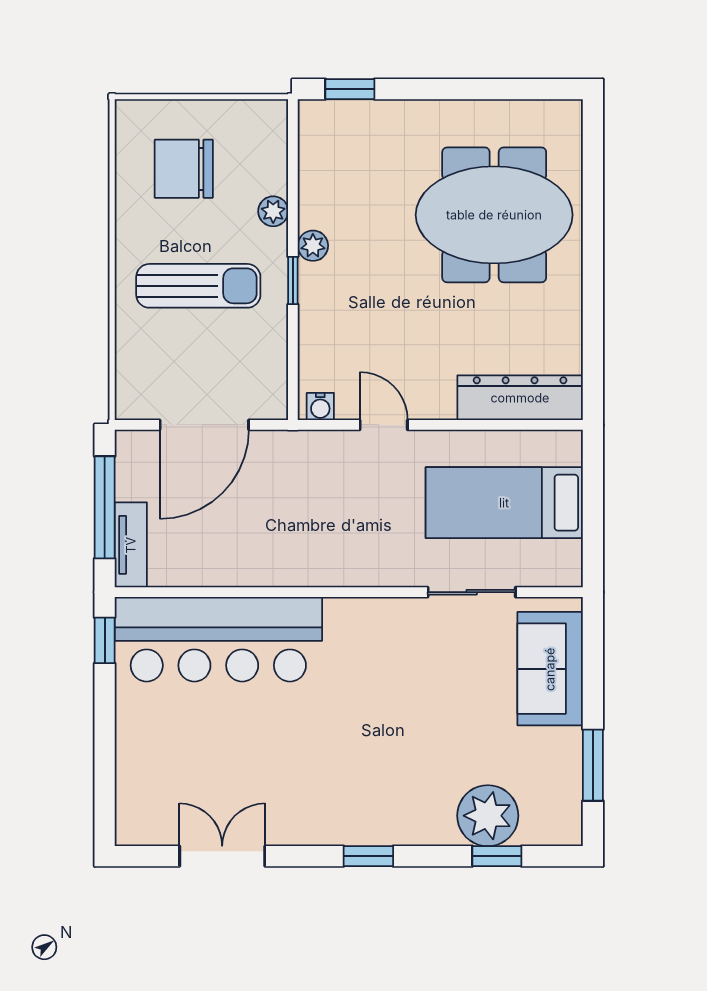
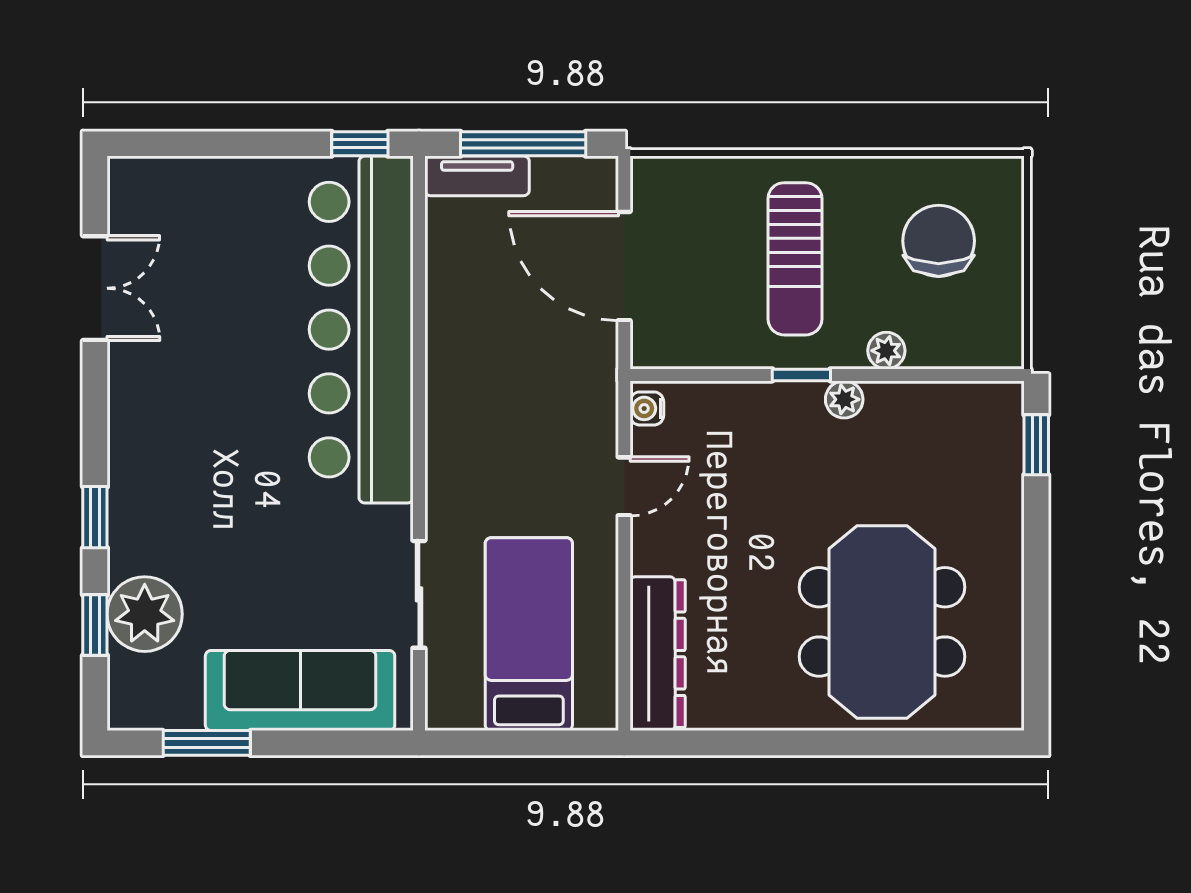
bar counter: (218, 639) -> (361, 330), width x1.36
sofa: (550, 669) -> (300, 691), width x1.36
window: (368, 856) -> (95, 517), moved

